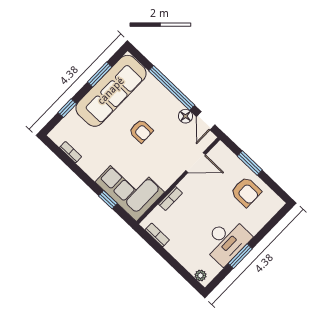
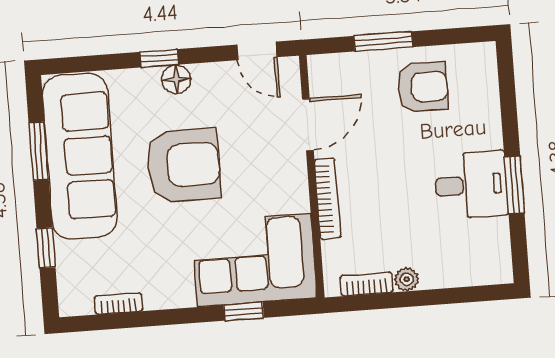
window: (172, 88) -> (159, 58), width x0.32
floor lamp: (185, 116) -> (176, 79), moved
armchair: (141, 131) -> (183, 165), width x1.88, depth x1.88
bookcase: (170, 199) -> (327, 199), width x1.56
desk: (226, 241) -> (471, 185), width x0.73
plant: (200, 275) -> (407, 279), moved

